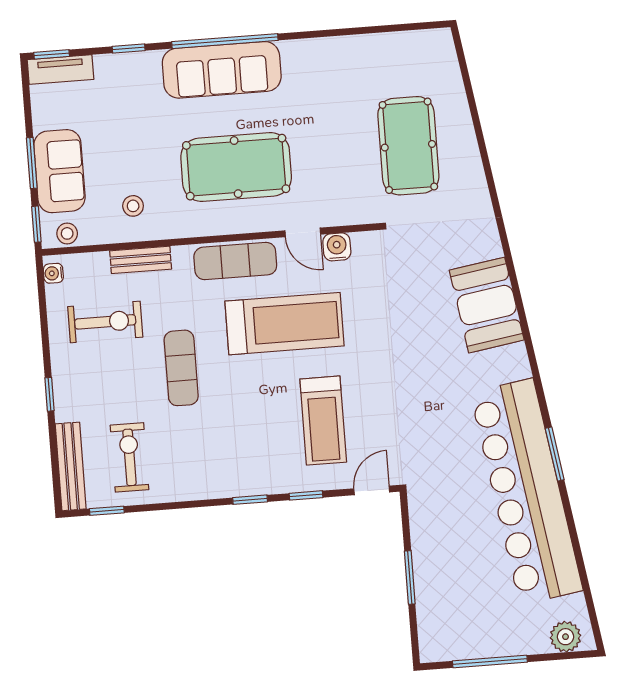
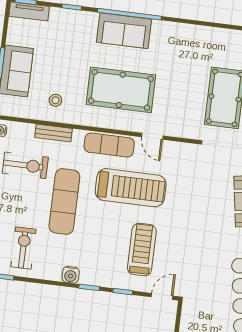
sofa: (222, 70) -> (124, 31), width x0.73
stool: (67, 233) -> (13, 109), removed
water cooler: (337, 247) -> (71, 275), moved, turned 180
exercise mat: (181, 368) -> (64, 202), width x1.36, depth x1.45
treadmill: (323, 421) -> (142, 250), turned 180

